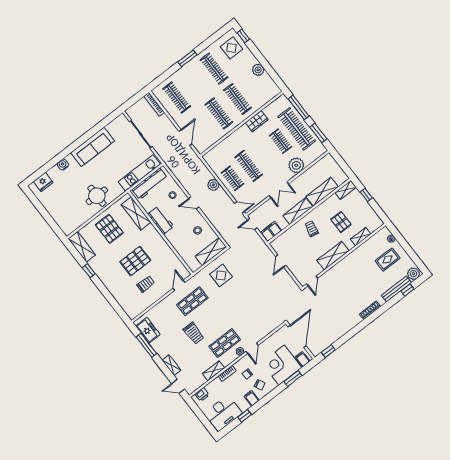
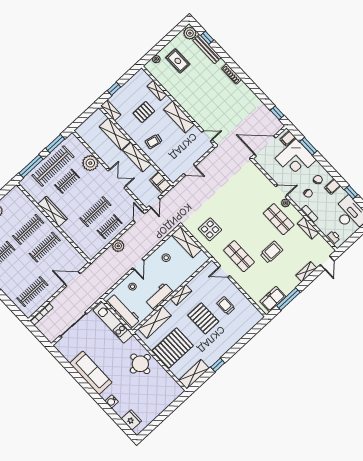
wardrobe: (257, 121) -> (53, 212), width x1.50
pallet: (109, 229) -> (173, 348), width x1.37, depth x1.41
shelving: (160, 241) -> (181, 295), added

